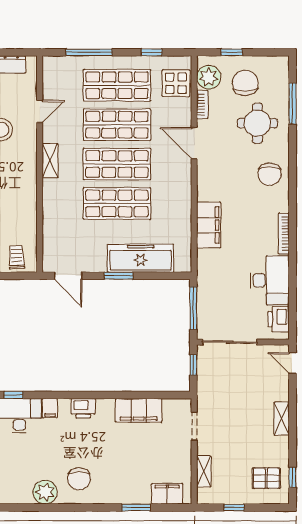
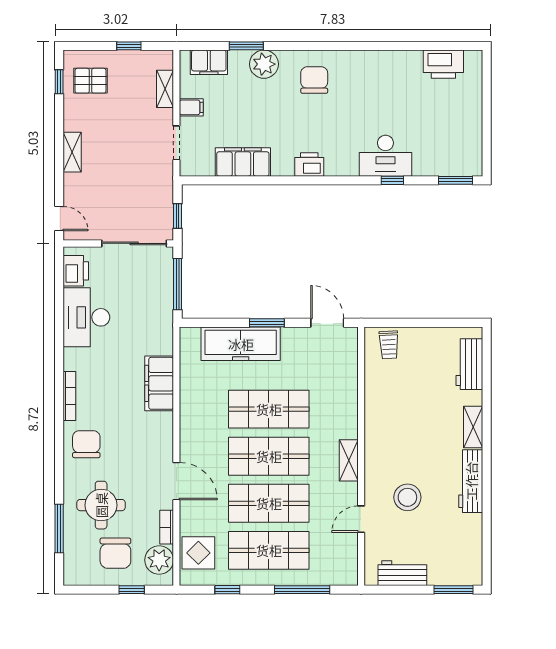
bookcase: (284, 234) -> (69, 396), moved
filing cabinet: (50, 408) -> (191, 107), moved, turned 90
plant: (45, 492) -> (264, 64), moved

